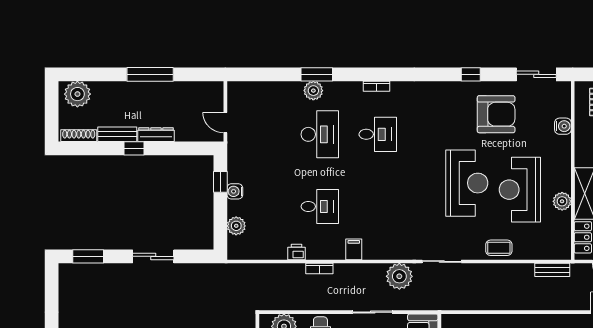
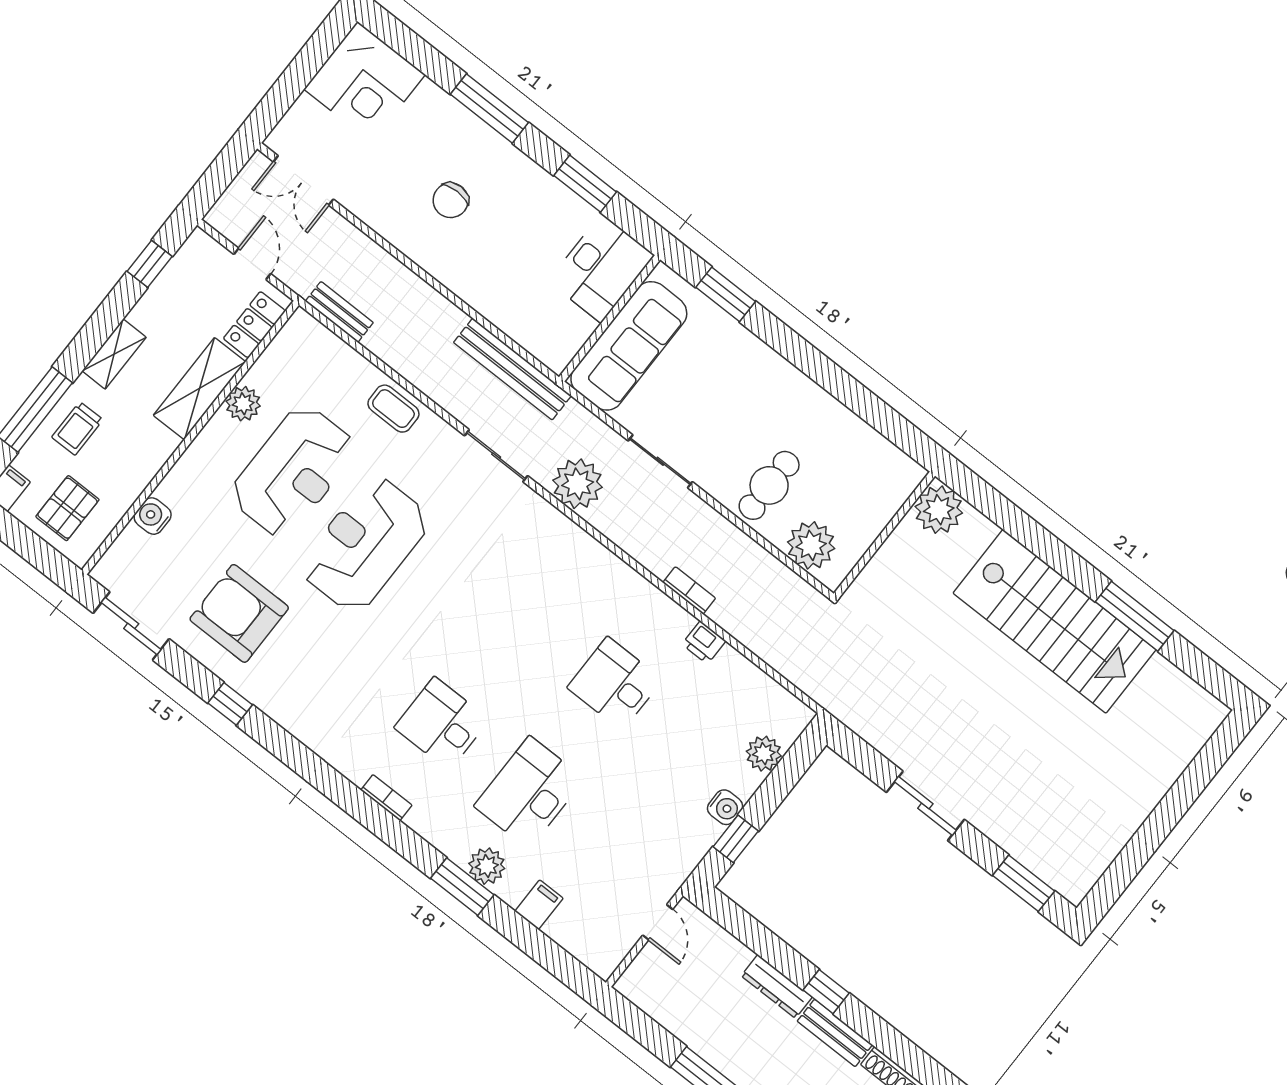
filing cabinet: (354, 249) -> (539, 905), moved, turned 180
bench: (463, 302) -> (512, 369), added

